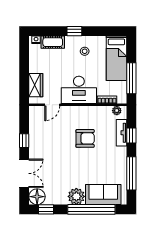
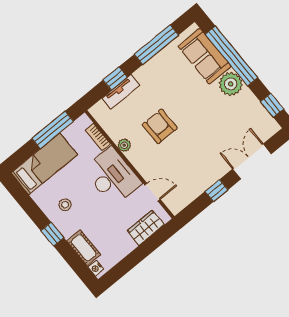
plant: (117, 111) -> (124, 145), moved
floor lamp: (37, 197) -> (266, 127), removed

